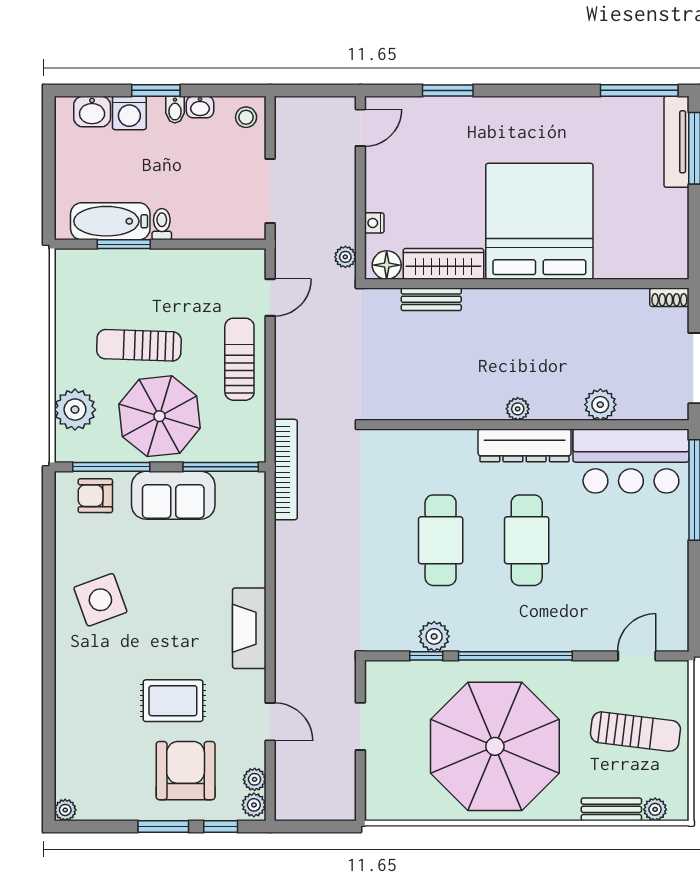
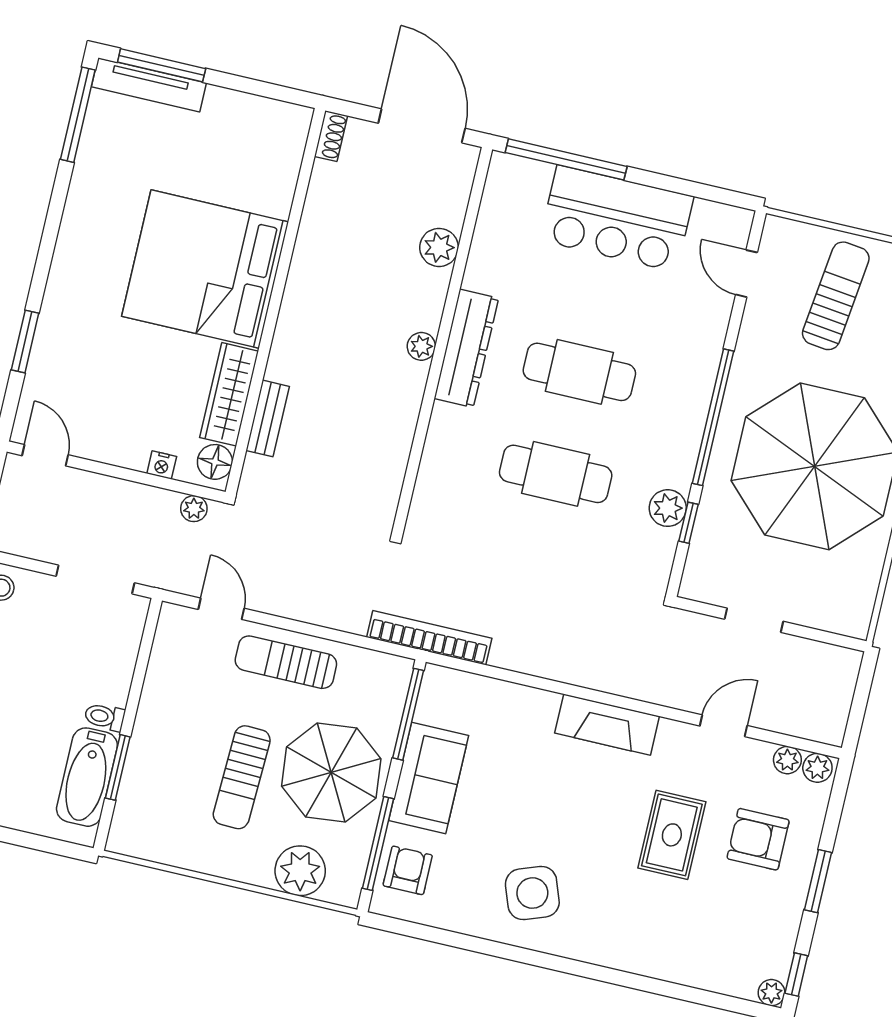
bar counter: (631, 461) -> (617, 218), moved, turned 90
armchair: (95, 496) -> (408, 870), turned 180
armchair: (186, 771) -> (758, 839), width x0.73, depth x0.73
window: (221, 826) -> (796, 975), moved

